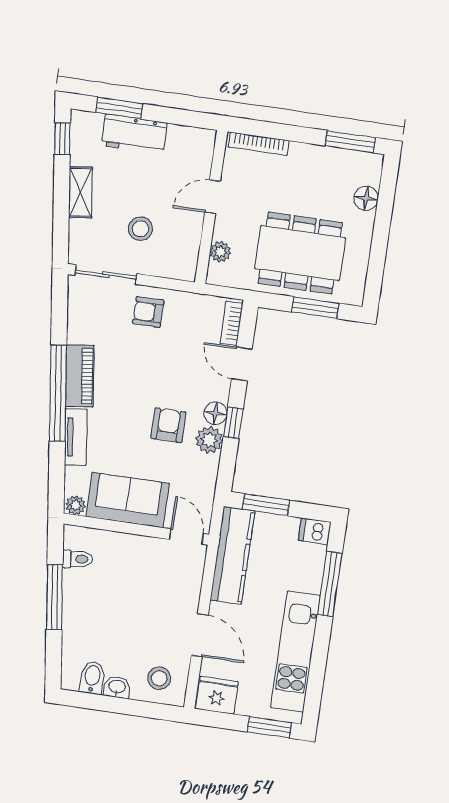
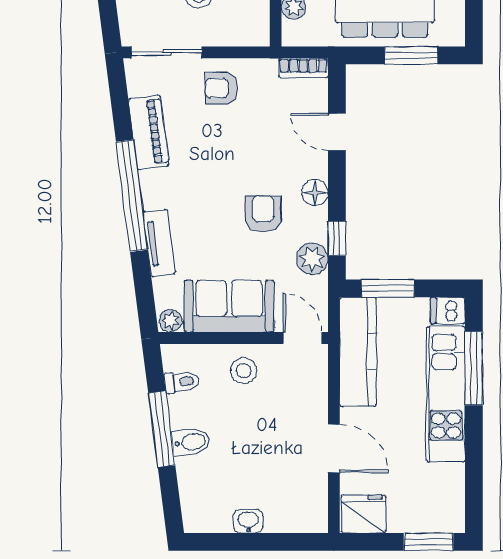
bookcase: (231, 323) -> (303, 68), moved, turned -90
piano: (80, 376) -> (149, 132), moved
window: (233, 423) -> (337, 238), moved
plant: (209, 440) -> (312, 259), moved
kitchen unit: (295, 652) -> (446, 394), moved
bidet: (92, 678) -> (191, 442), moved, turned 83
stool: (159, 678) -> (244, 371), moved

